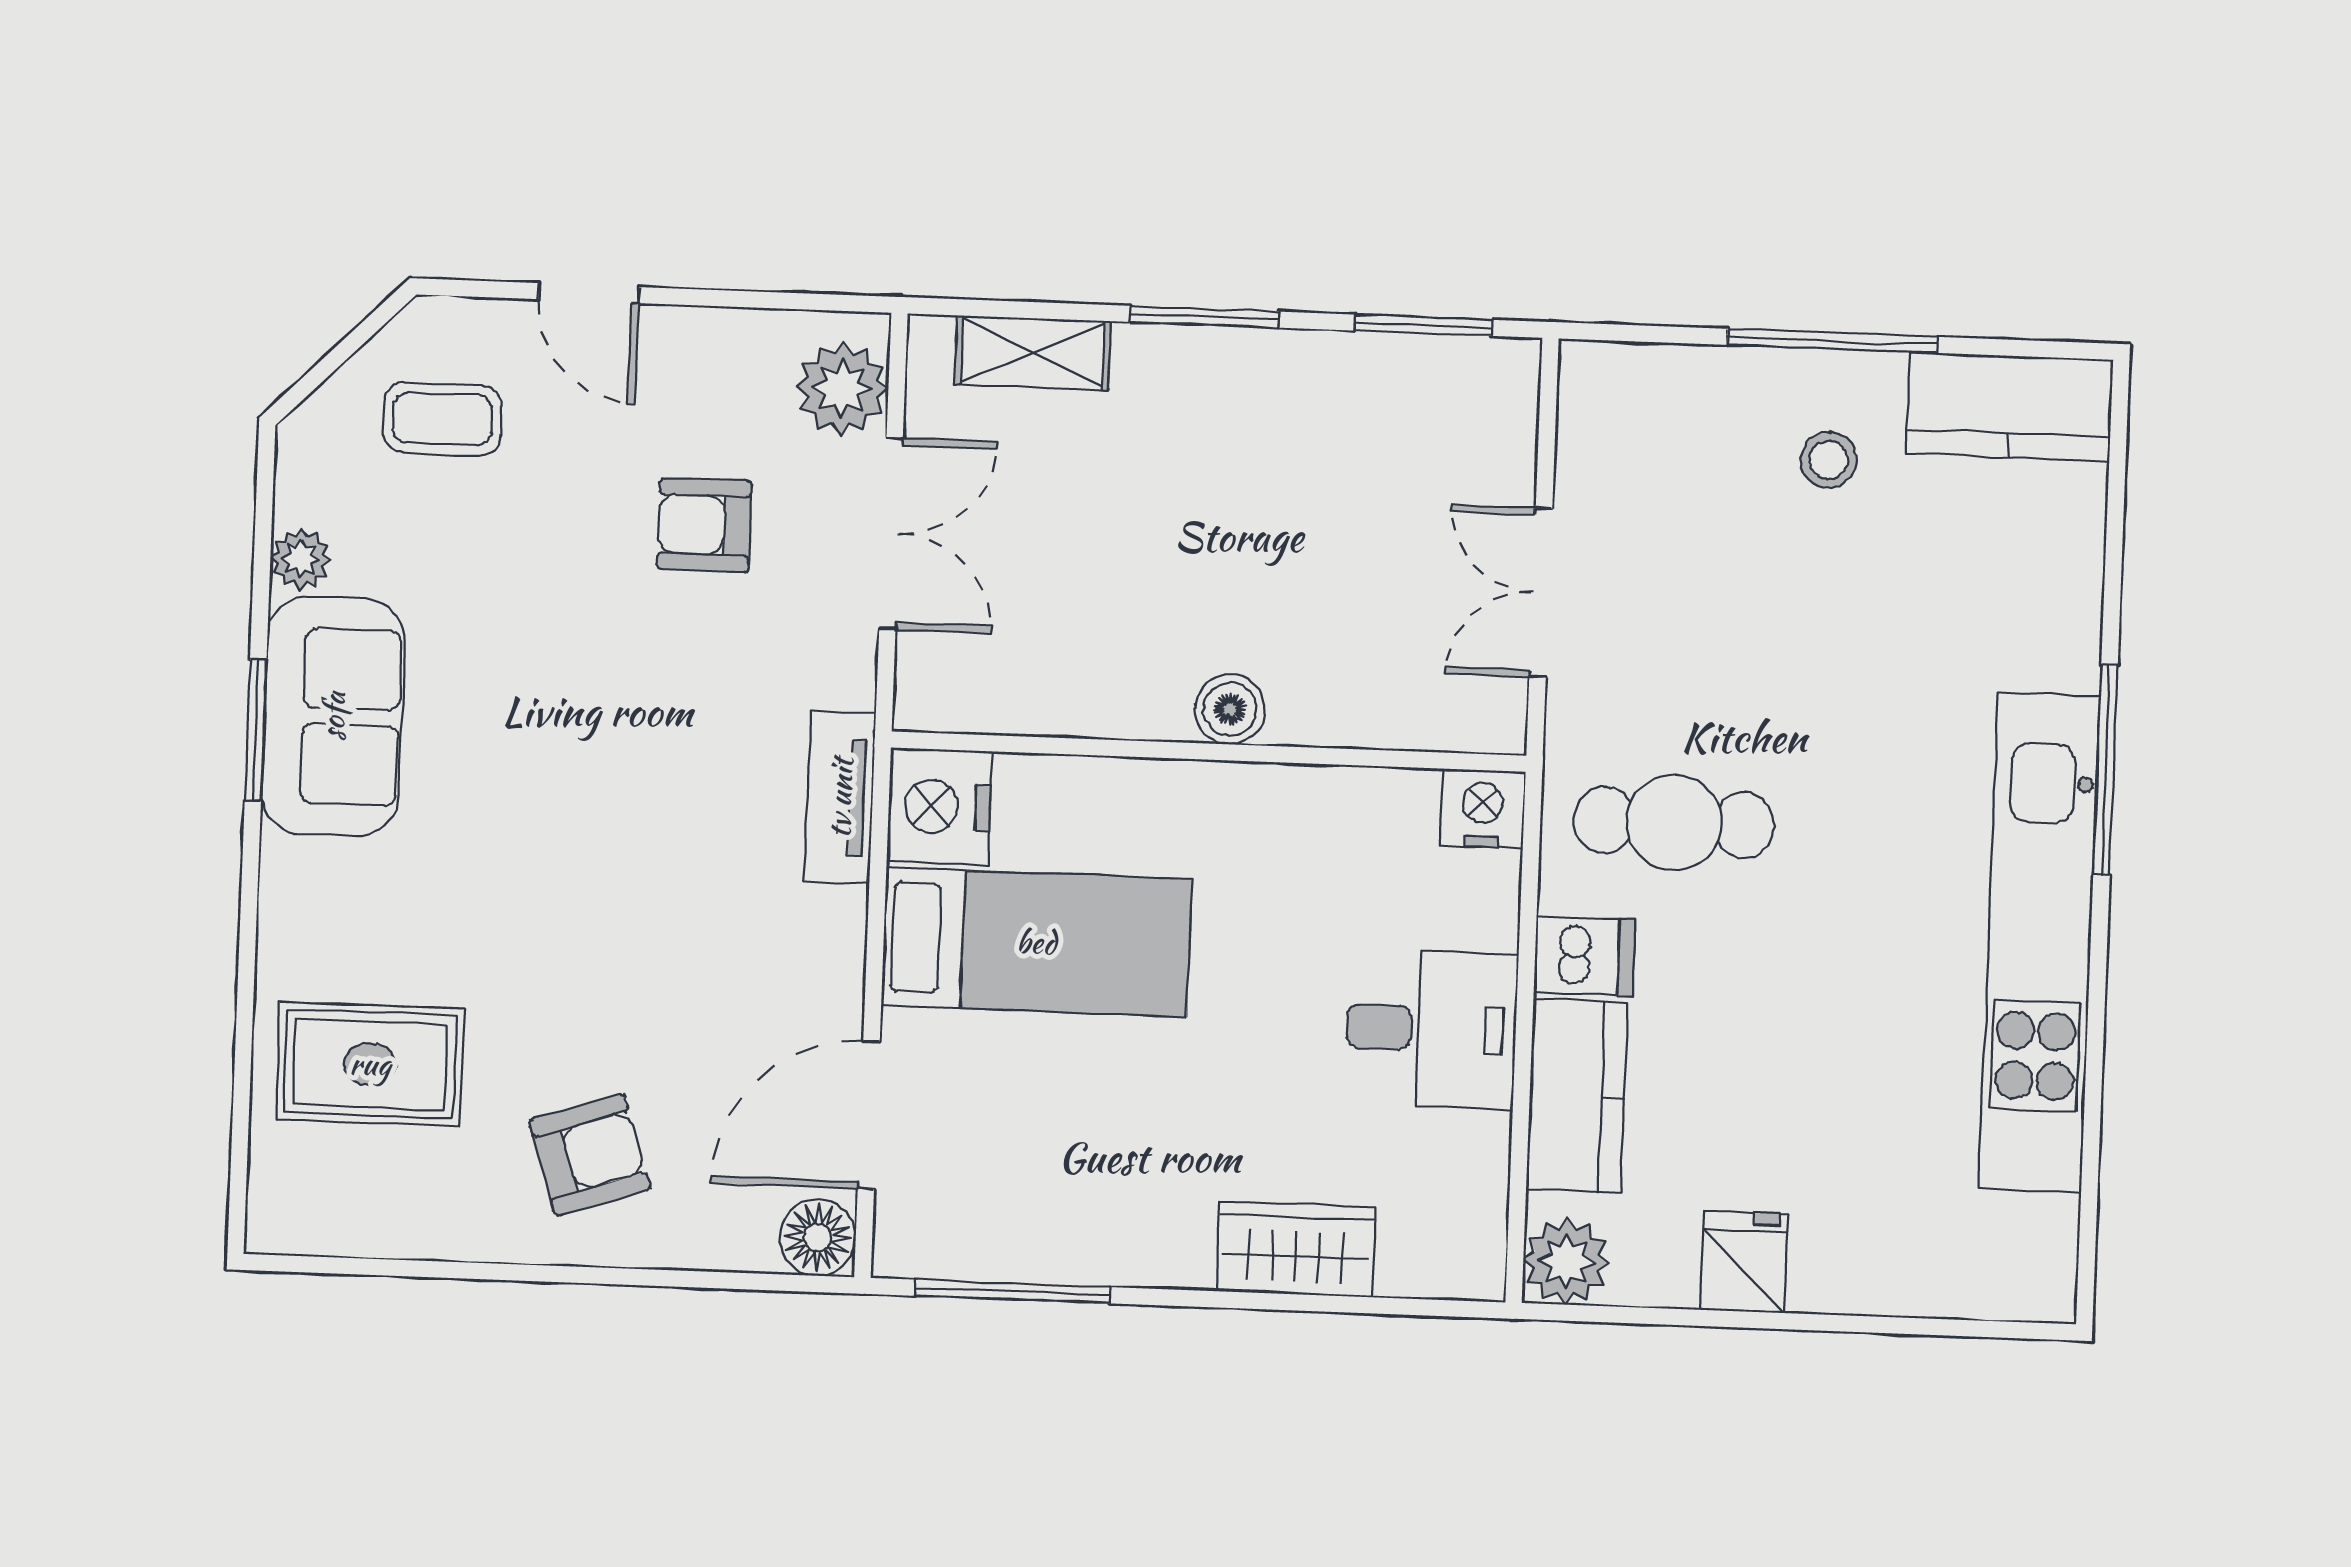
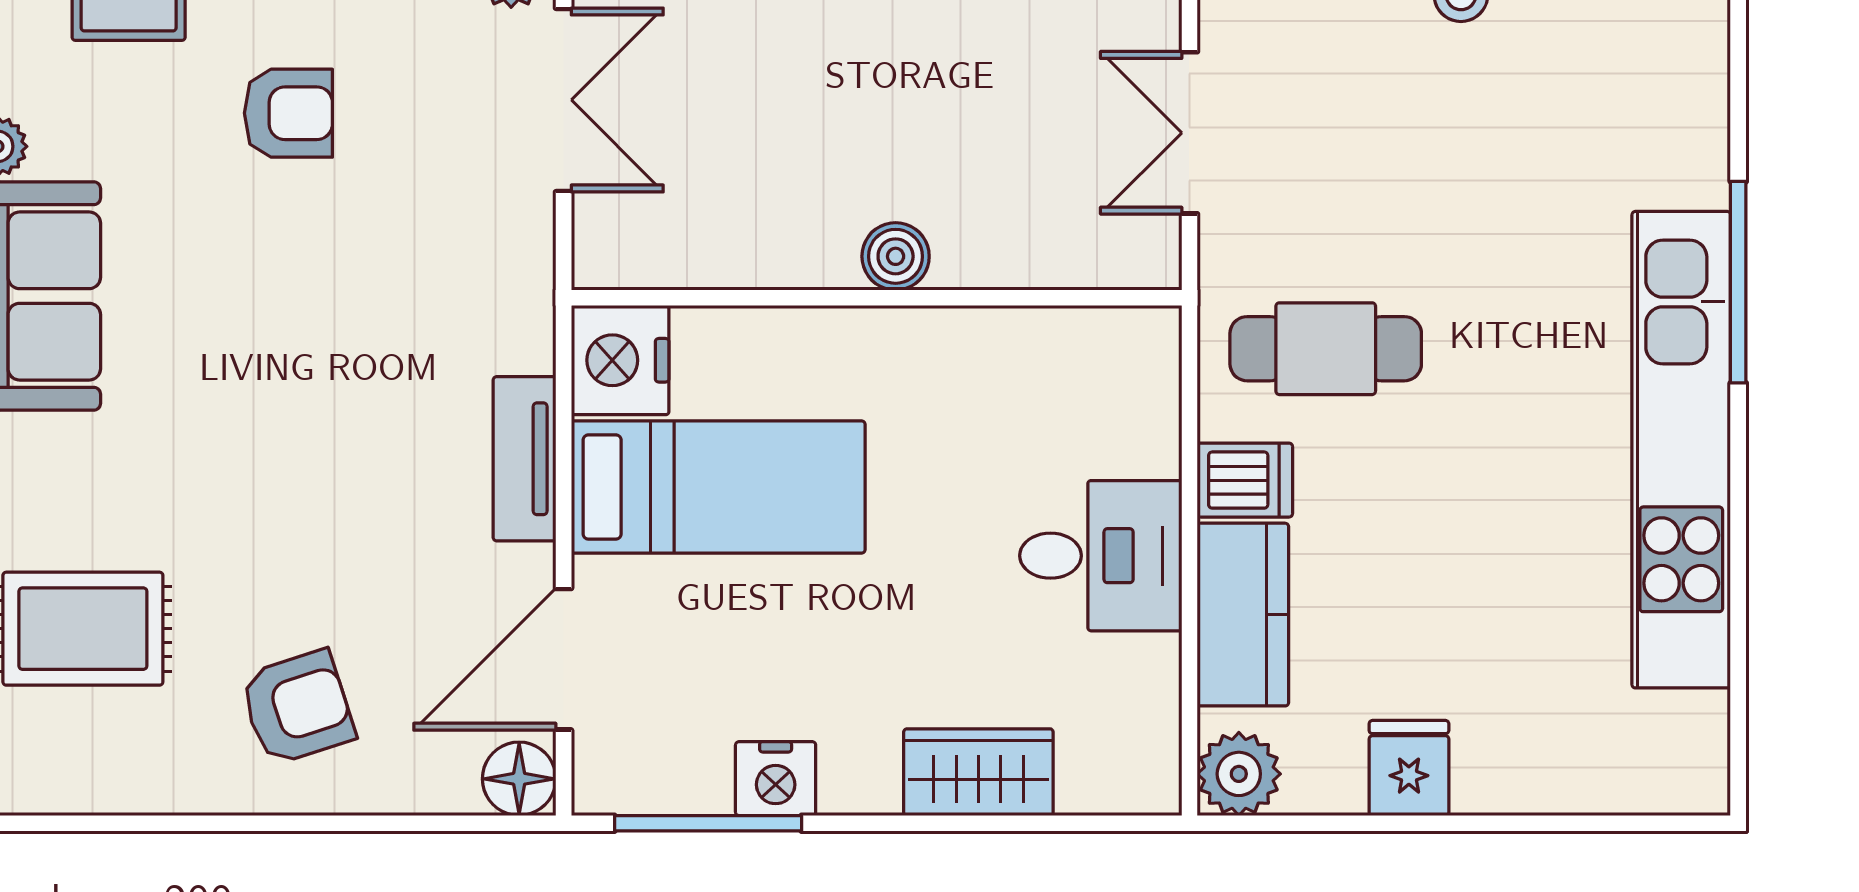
armchair: (704, 525) -> (288, 113), moved, turned 180
tv unit: (840, 798) -> (524, 459), moved
nightstand: (1483, 809) -> (776, 779), moved, turned 180

